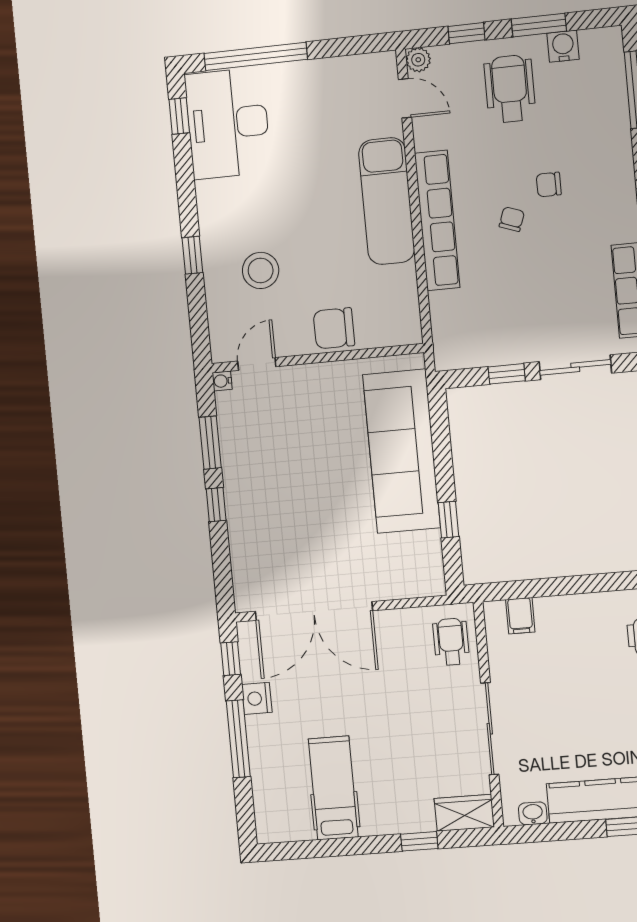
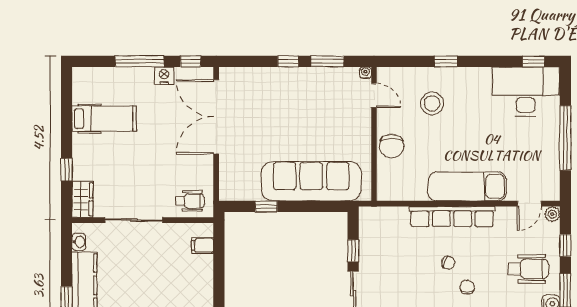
window: (256, 56) -> (565, 138), moved
chair: (334, 328) -> (392, 146), turned 180

